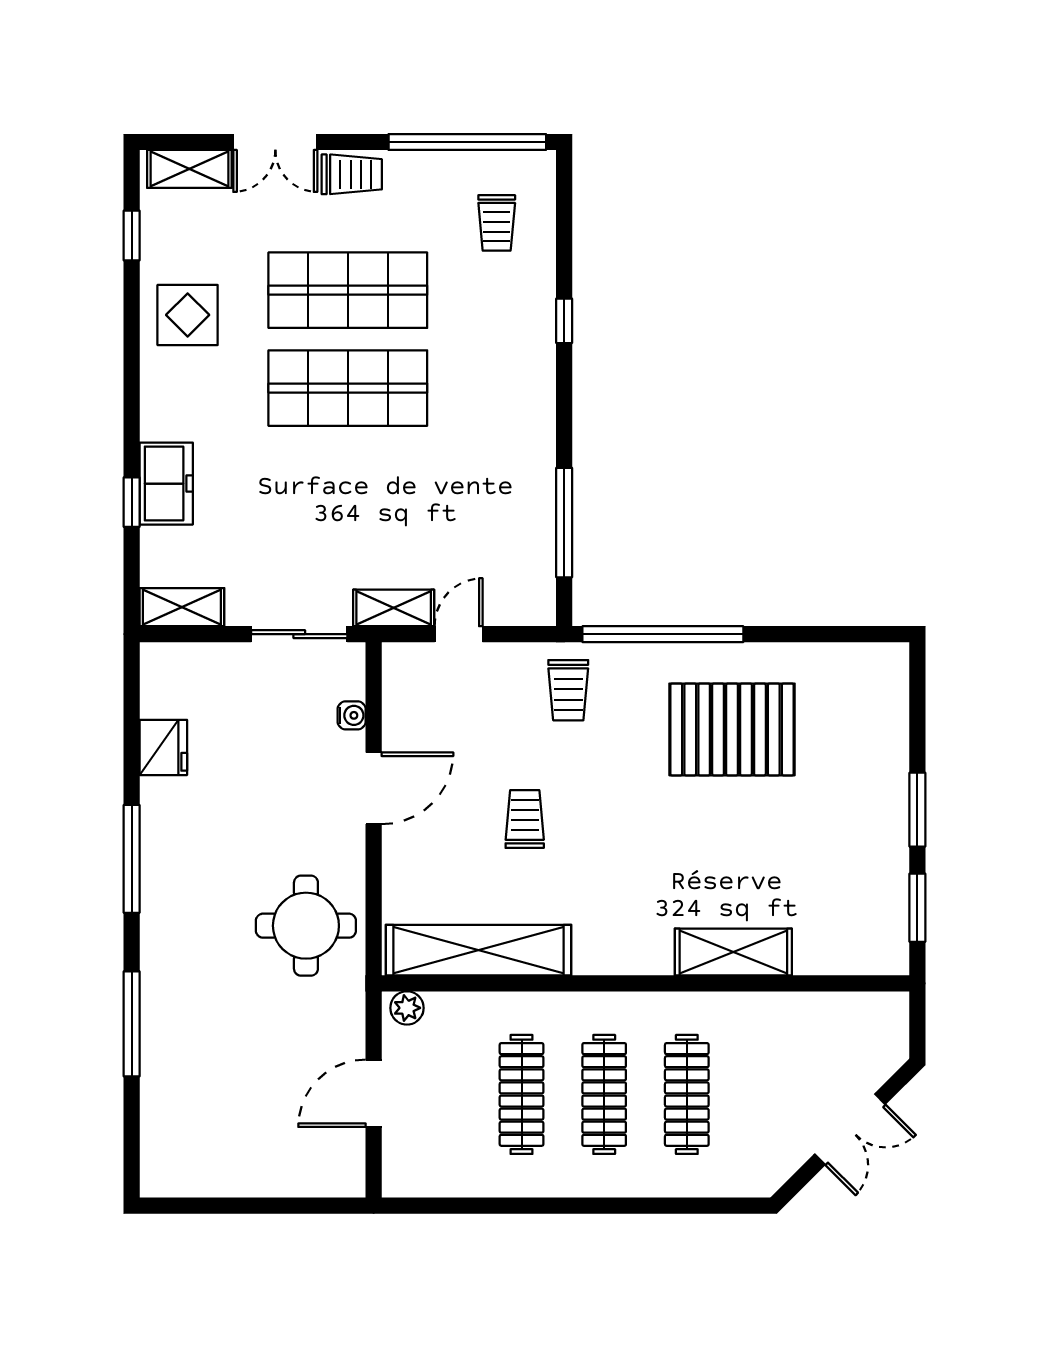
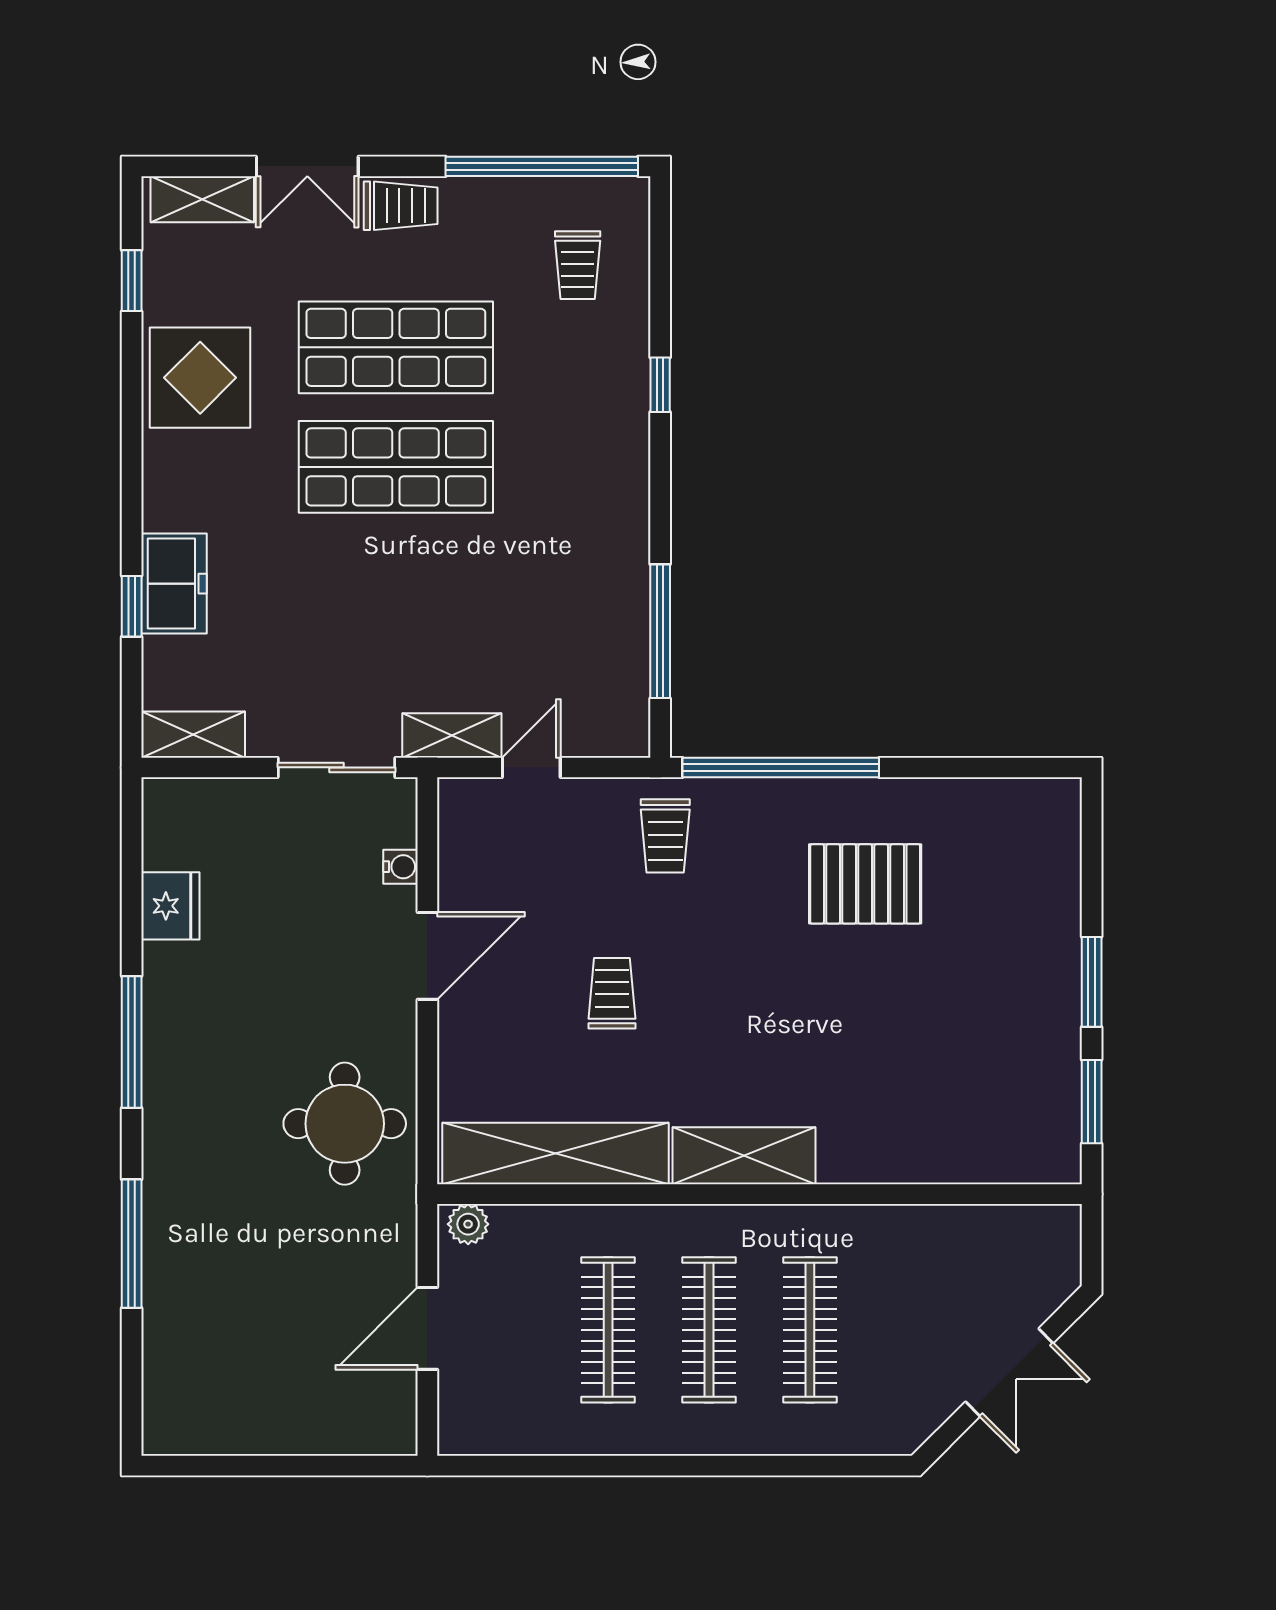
display table: (188, 315) -> (200, 378), width x1.36, depth x1.36
pallet: (732, 729) -> (865, 884), width x0.73, depth x0.71
shelving: (733, 952) -> (744, 1156), moved

